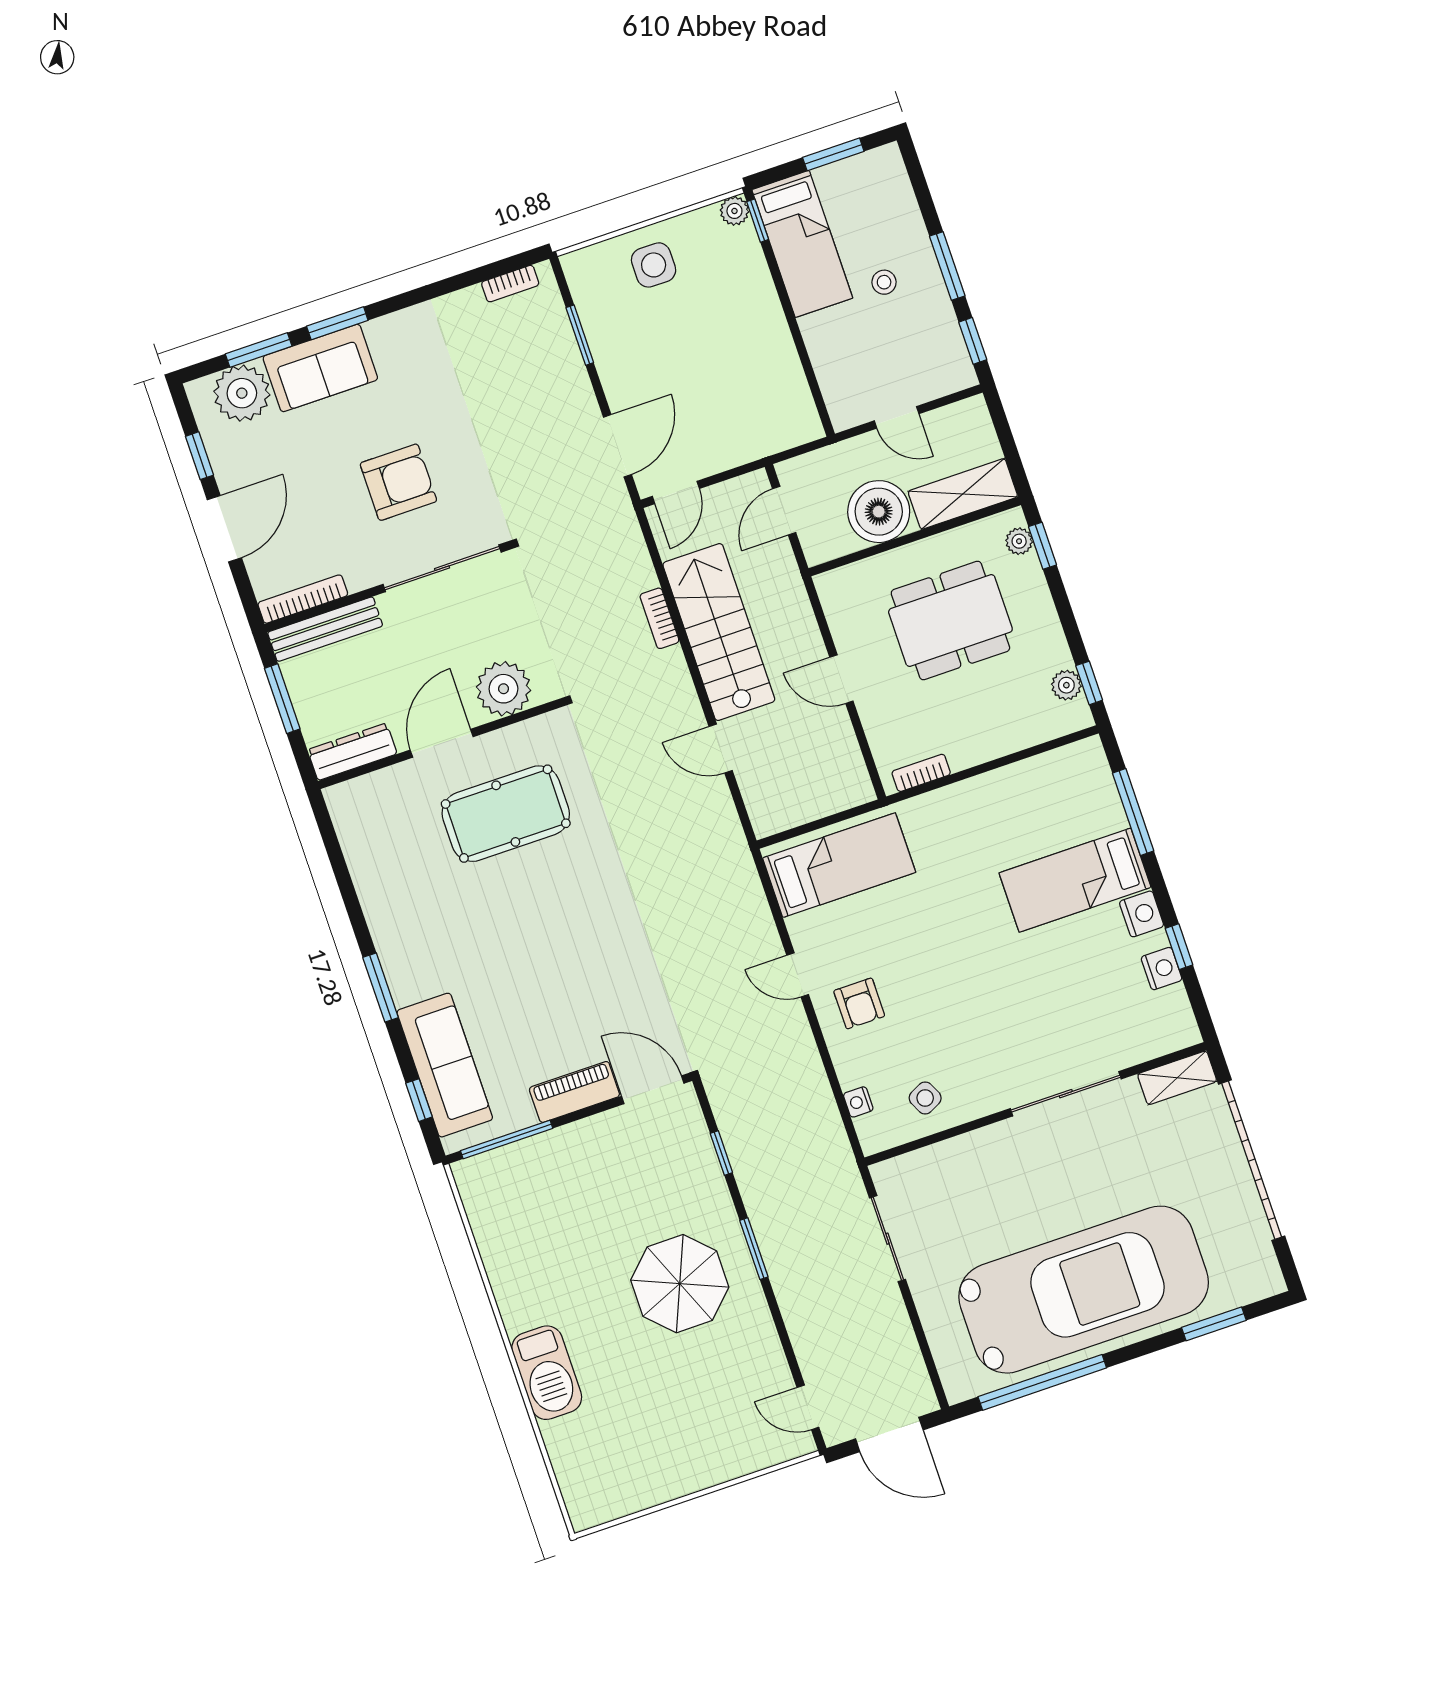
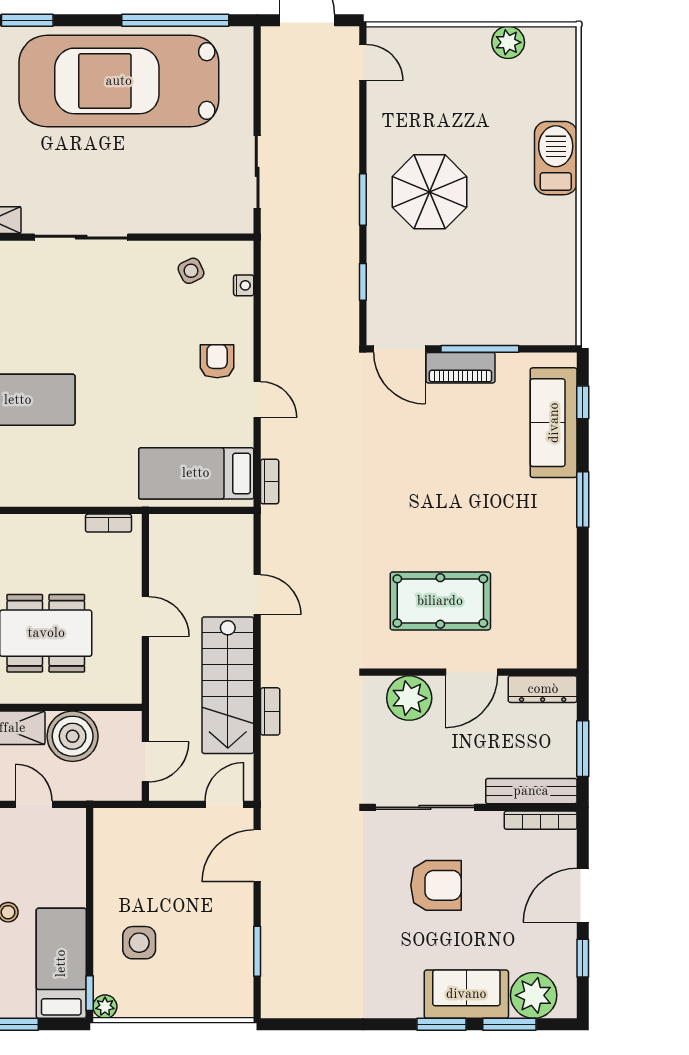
side table: (654, 265) -> (139, 943), moved
bookcase: (510, 284) -> (270, 482), moved, turned 90
armchair: (398, 482) -> (436, 885), turned 180
window: (507, 1140) -> (480, 349), moved
plant: (648, 1488) -> (508, 42), added

